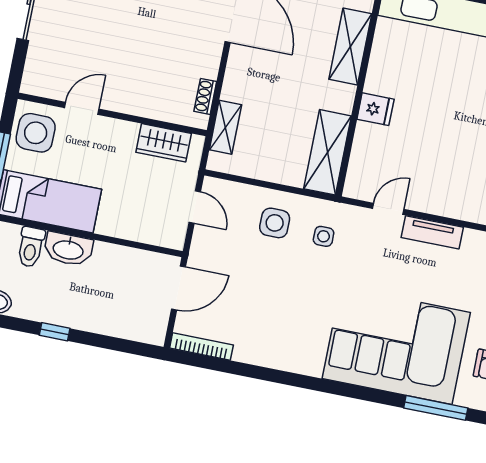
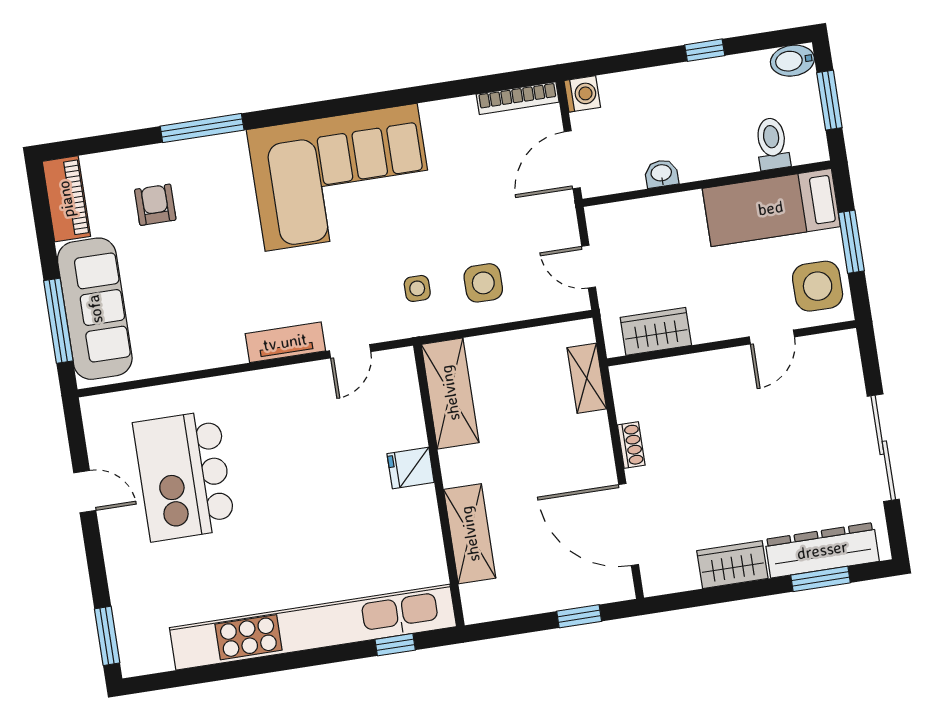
shoe rack: (205, 96) -> (631, 445), moved
washbasin: (68, 249) -> (661, 174), moved, width x0.52, depth x0.69
washing machine: (154, 333) -> (582, 94), added
corner sofa: (396, 345) -> (341, 177), moved

